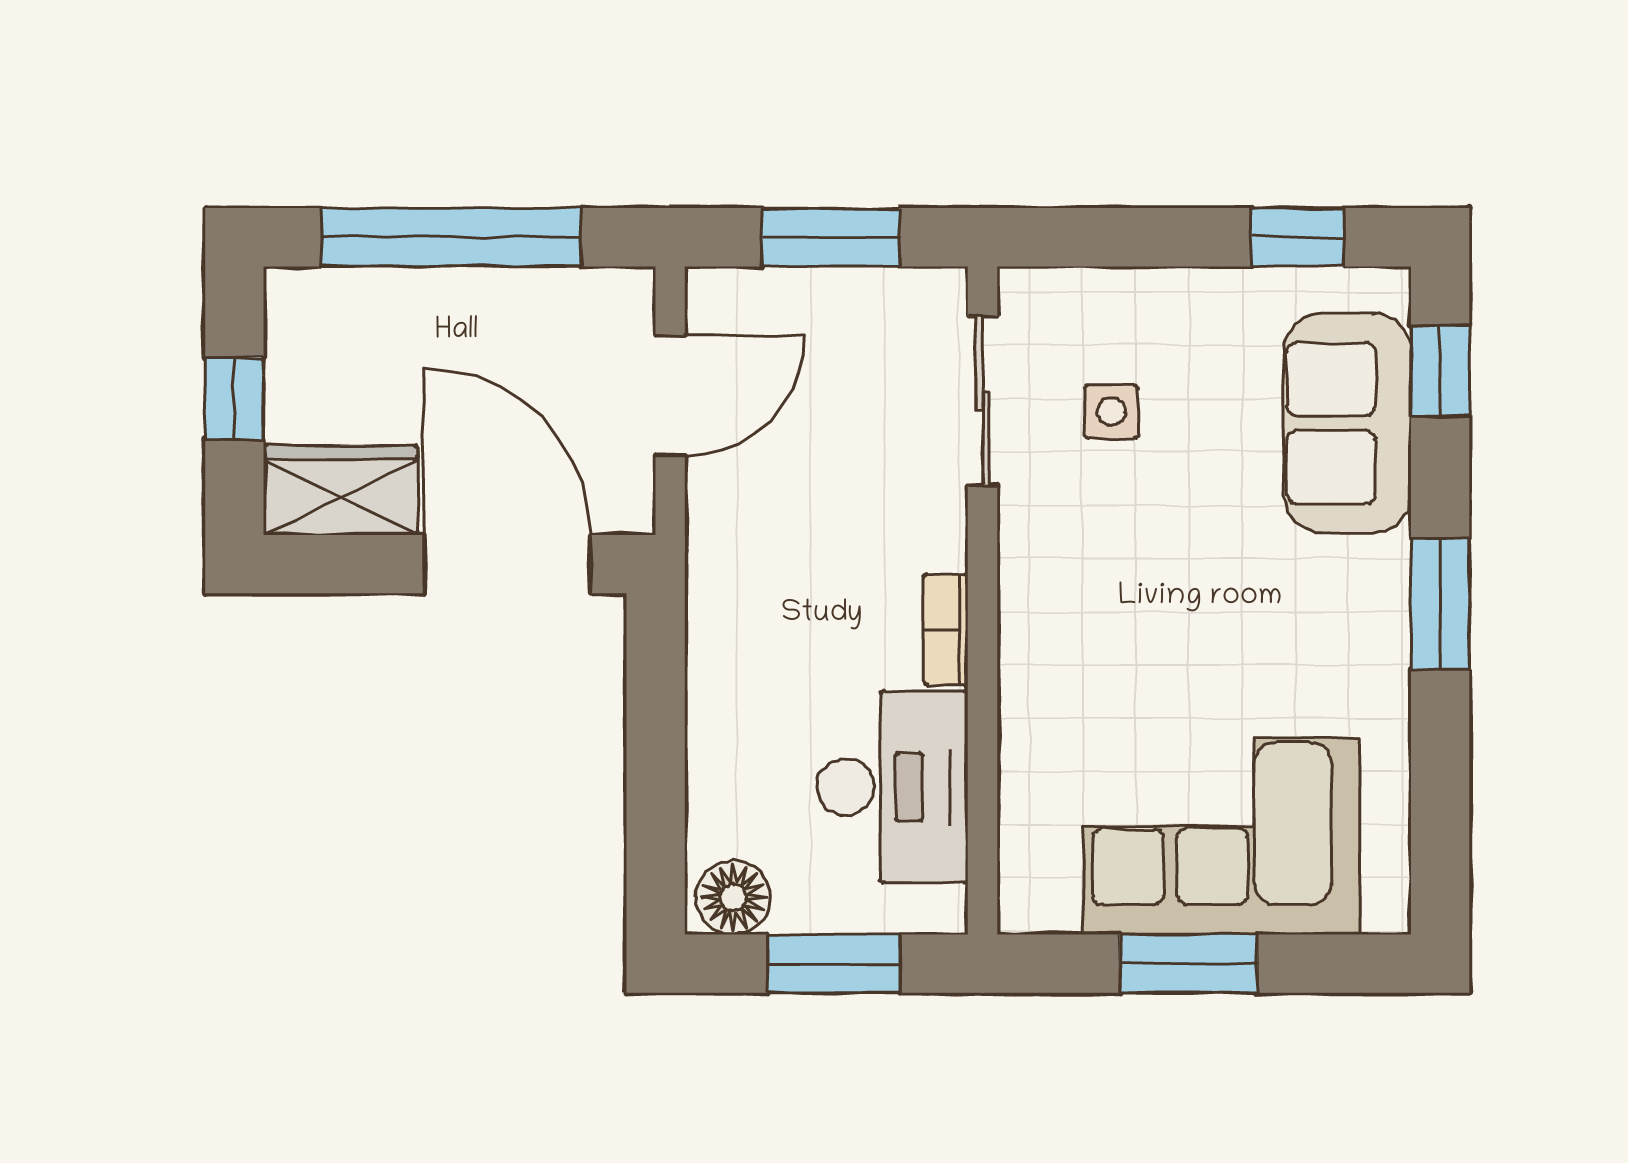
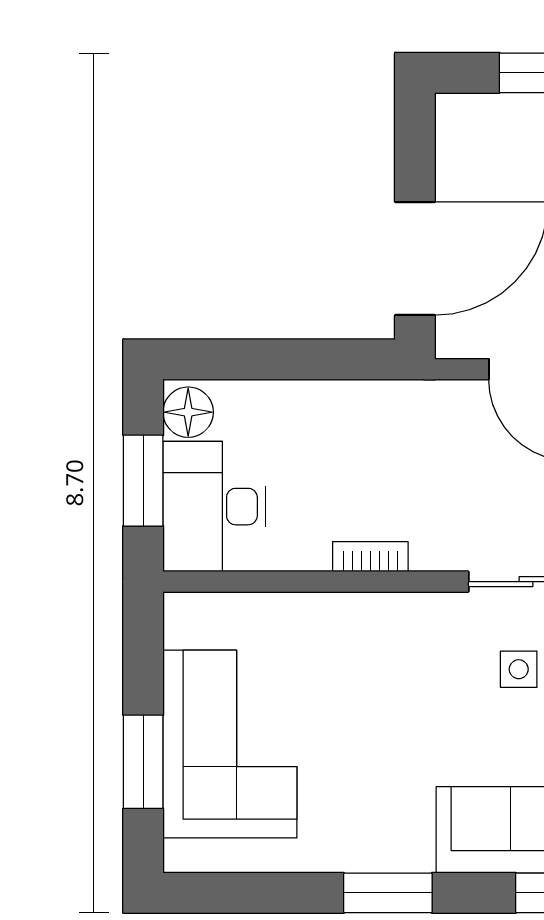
wardrobe: (341, 490) -> (465, 145), removed
desk: (893, 787) -> (214, 507), moved, turned 90
window: (1189, 964) -> (143, 762), moved

